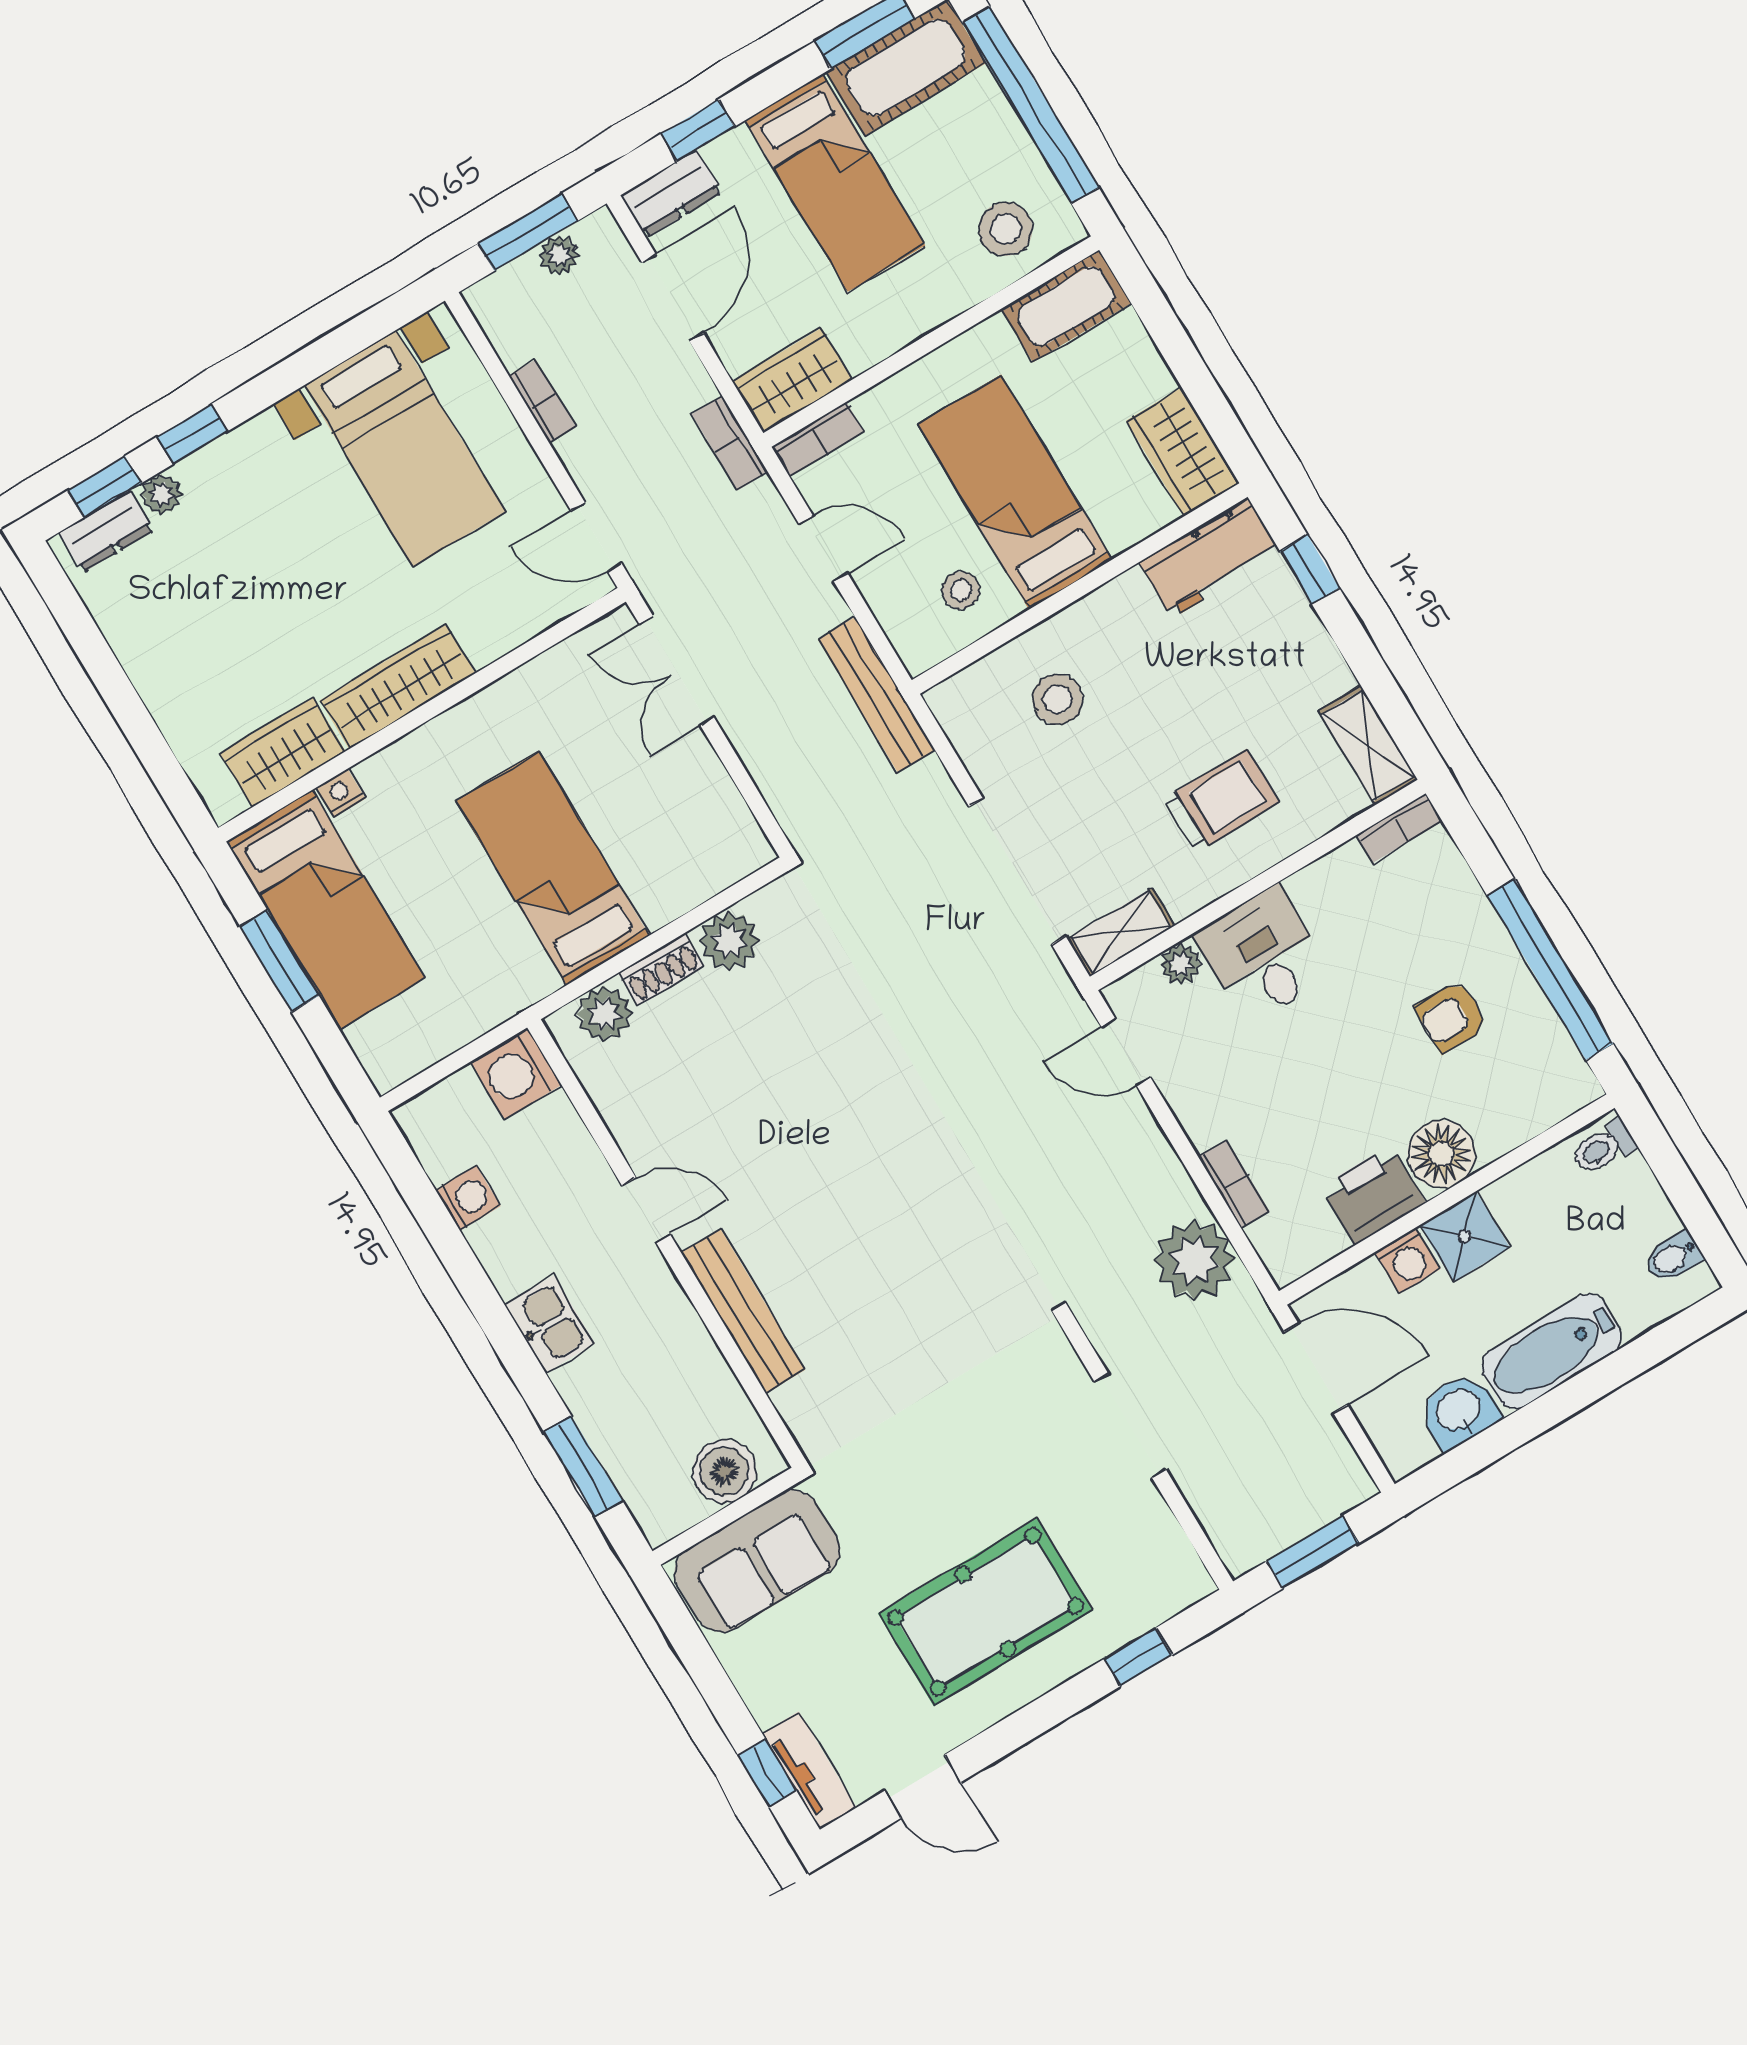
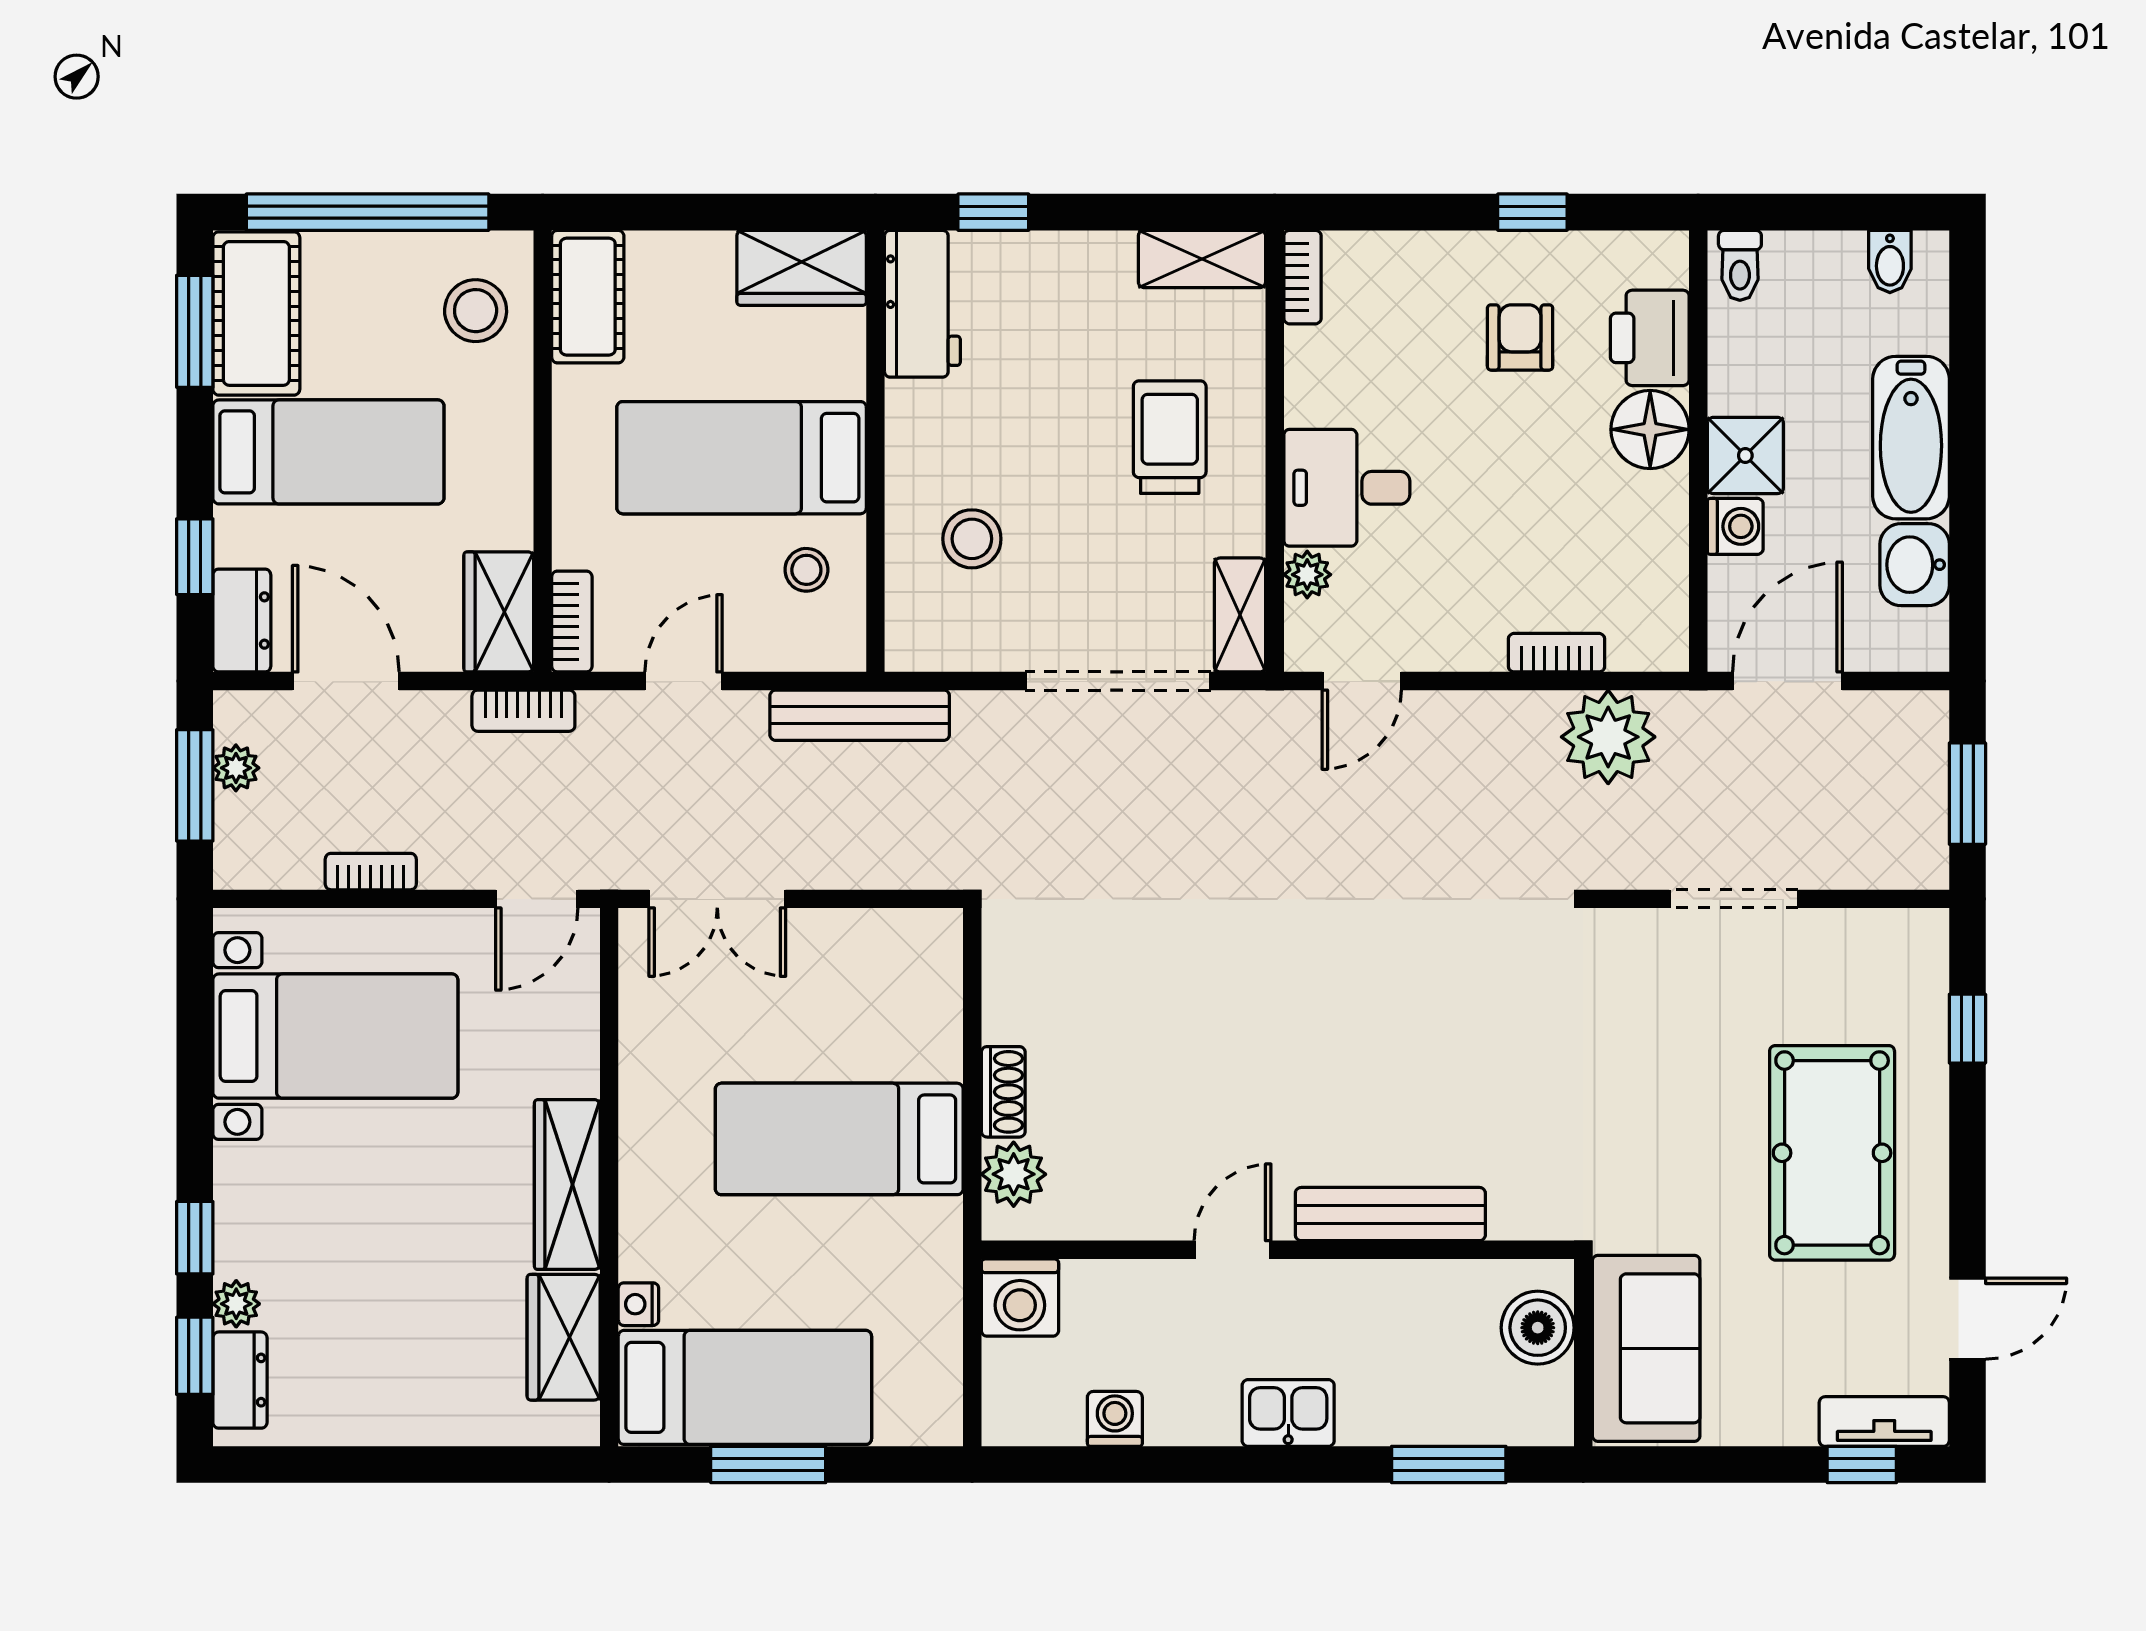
plant: (729, 941) -> (1016, 1007), removed
window: (1550, 970) -> (1532, 212), width x0.32
armchair: (1452, 1016) -> (1520, 337), turned 180
printer: (1373, 1195) -> (1650, 338), moved

